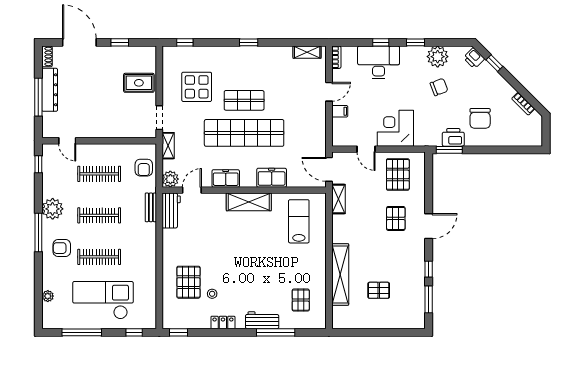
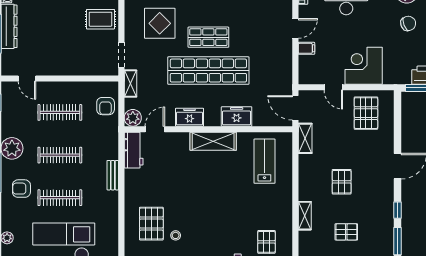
bench: (151, 207) -> (113, 175), moved
pallet: (396, 218) -> (342, 182), moved
shelving: (340, 274) -> (305, 216), width x0.45, depth x0.75

